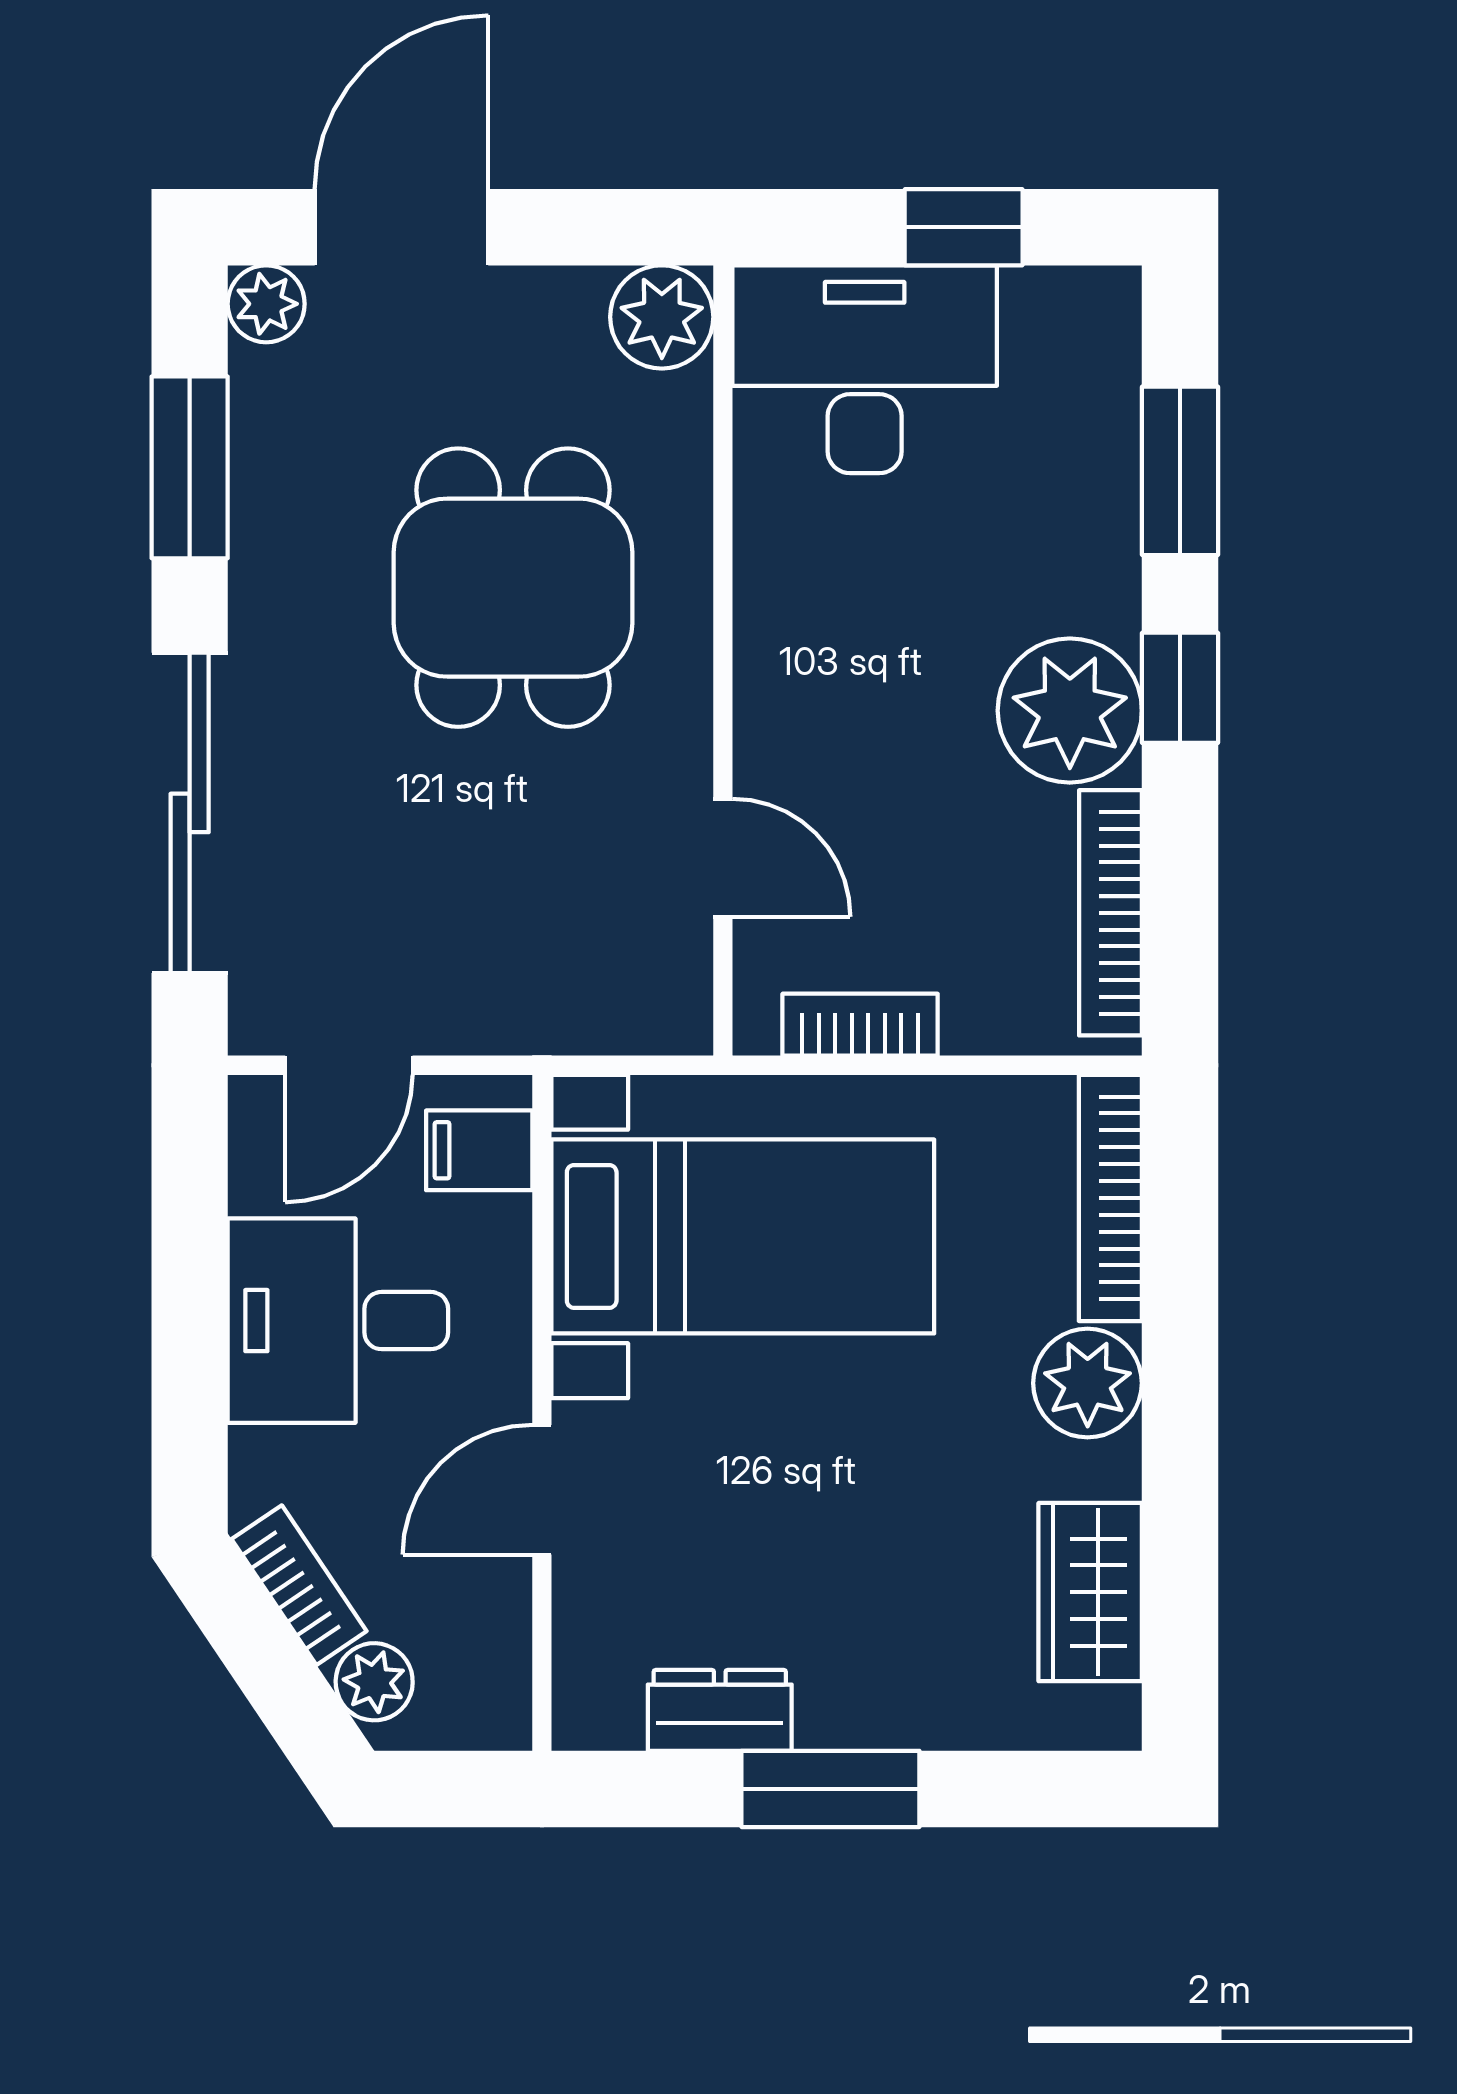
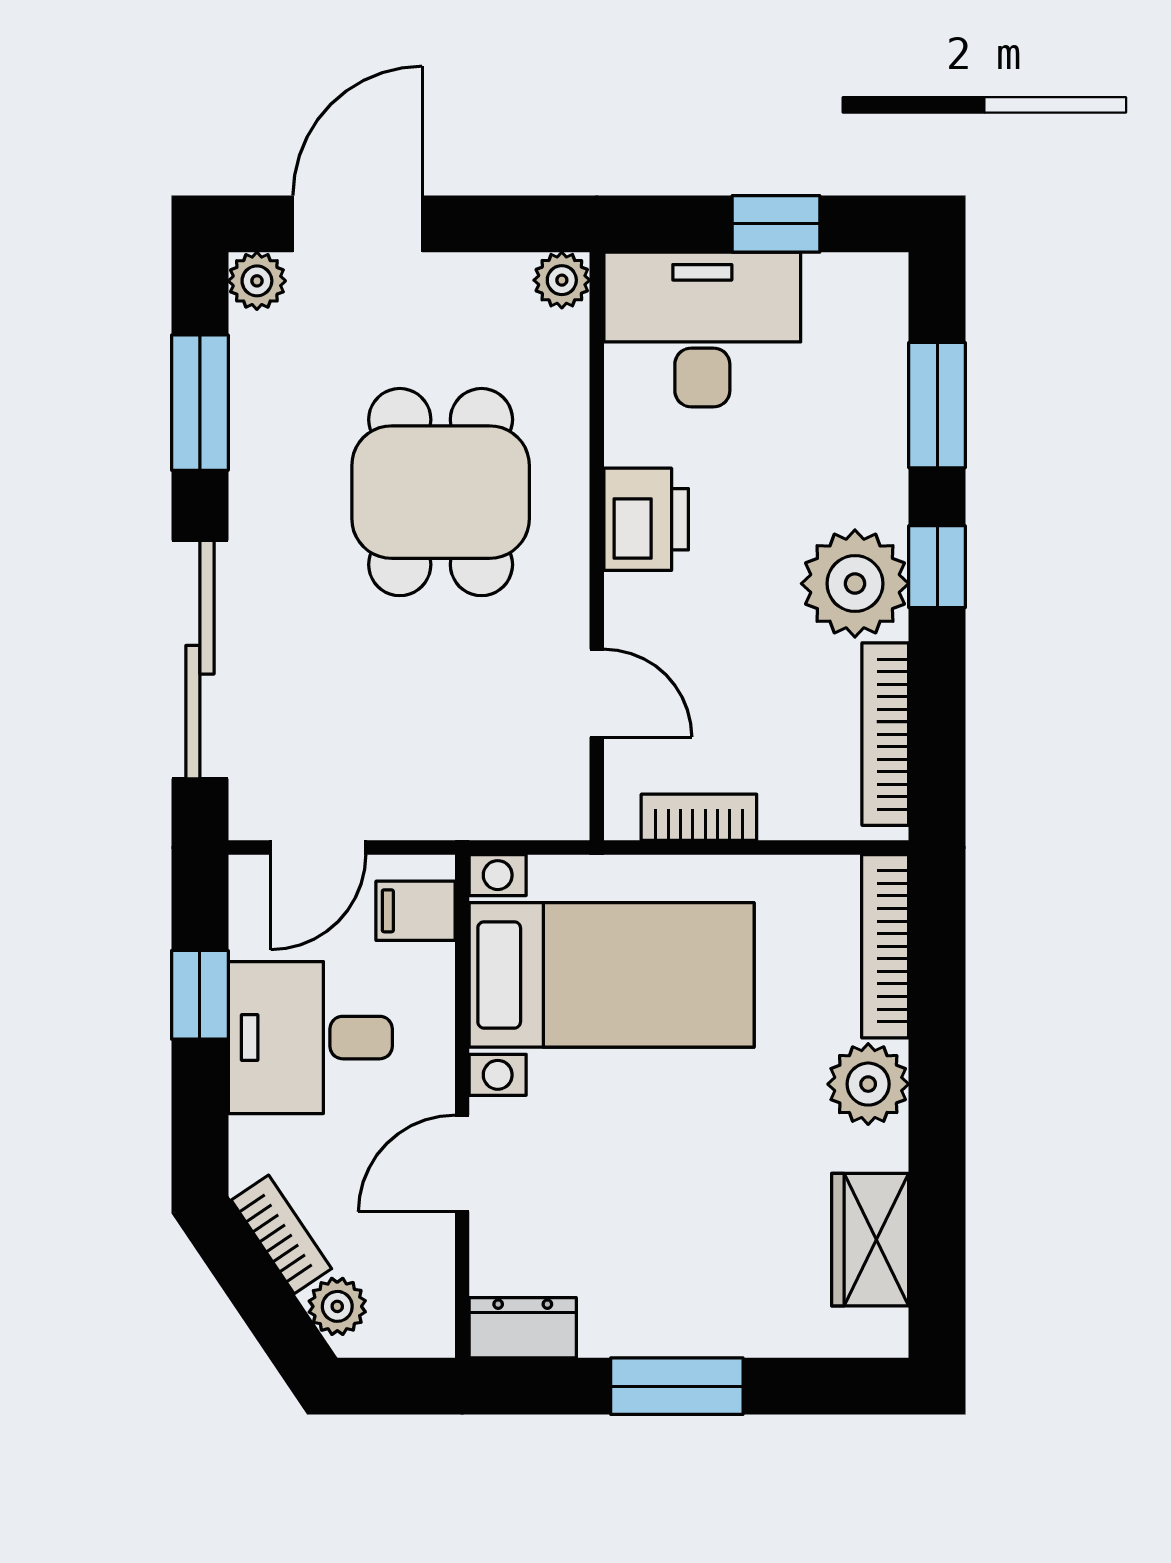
plant: (662, 317) -> (562, 280), width x0.73, depth x0.73
printer: (789, 624) -> (646, 519), added
window: (190, 1263) -> (200, 995), added
dresser: (720, 1710) -> (523, 1328), moved

